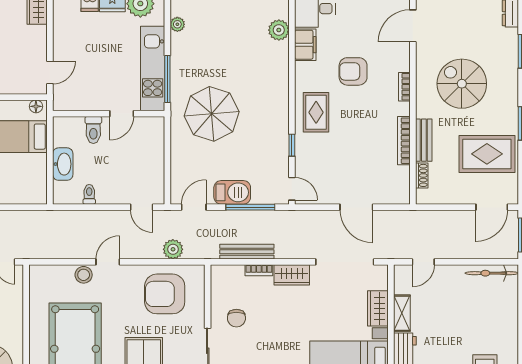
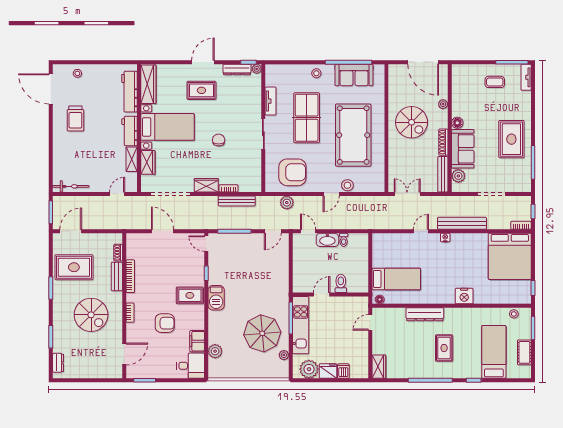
rug: (316, 112) -> (190, 295), turned 90
parasol: (212, 114) -> (262, 333), moved
washbasin: (63, 164) -> (327, 240), moved, turned -90
barbecue: (232, 192) -> (216, 298), moved, turned -90
chair: (236, 318) -> (219, 140), moved

